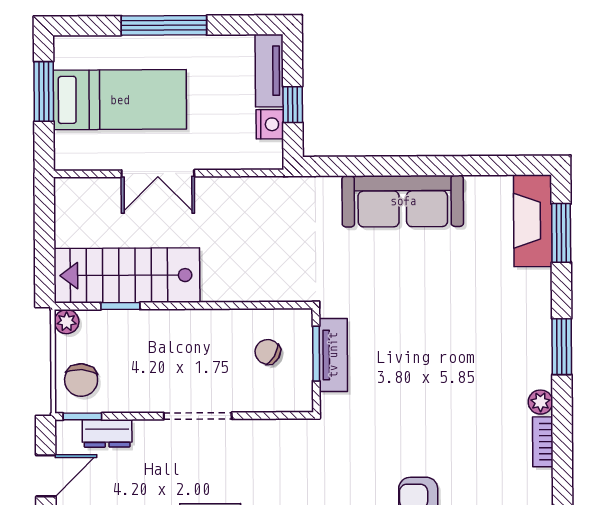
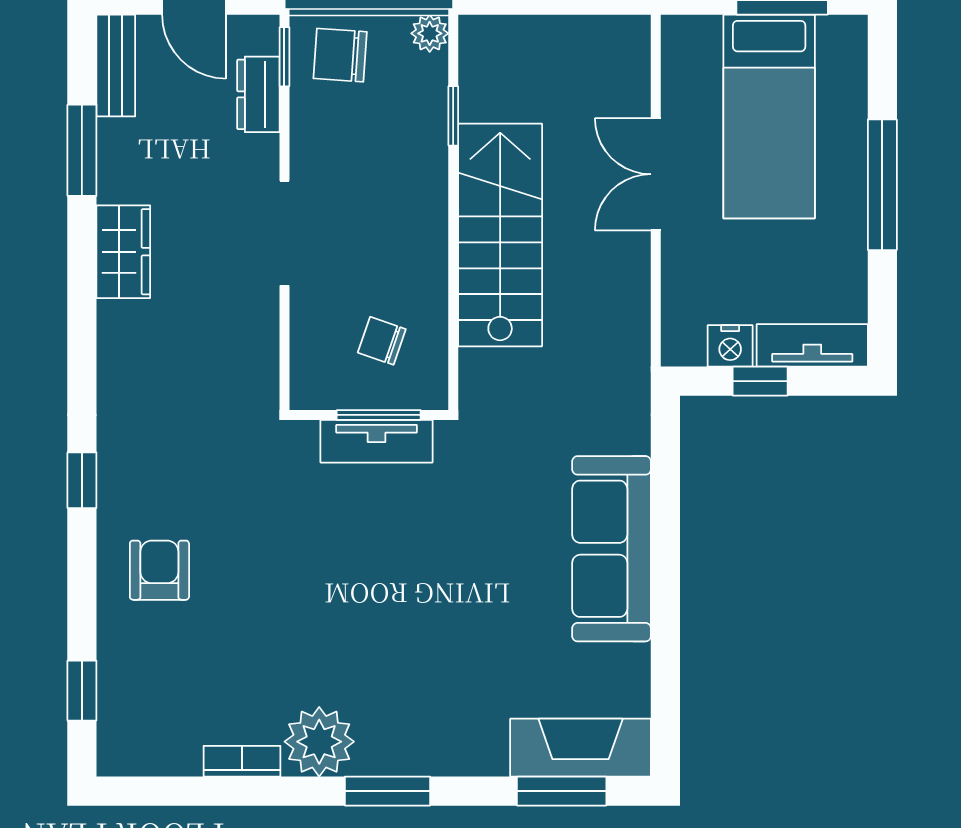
stairs: (127, 275) -> (500, 235), moved
chair: (268, 352) -> (382, 341), turned -101
plant: (540, 402) -> (319, 742), width x1.88, depth x1.88

